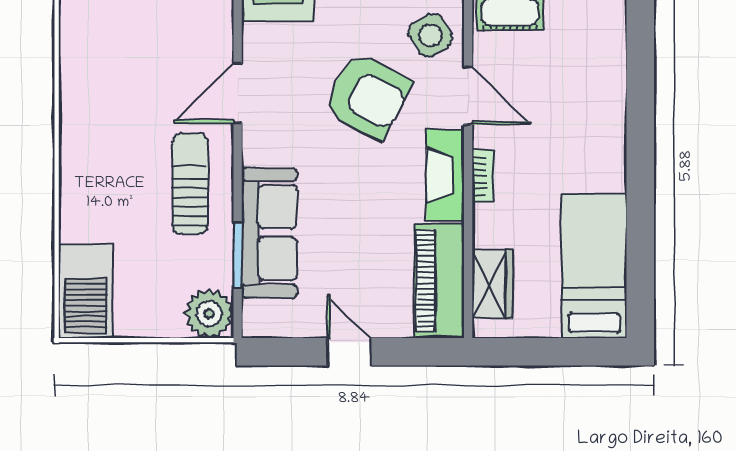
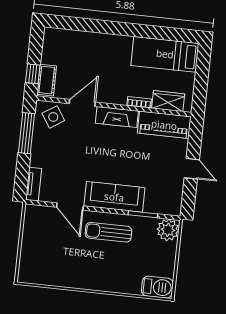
armchair: (367, 96) -> (78, 148), removed
bookcase: (483, 176) -> (139, 102), moved
sofa: (269, 233) -> (114, 197), moved
barbecue: (86, 291) -> (157, 287), width x0.73, depth x0.83
door: (349, 352) -> (192, 169), swing flipped

